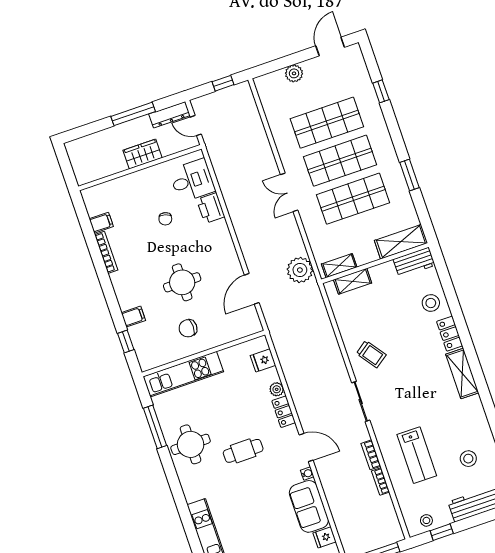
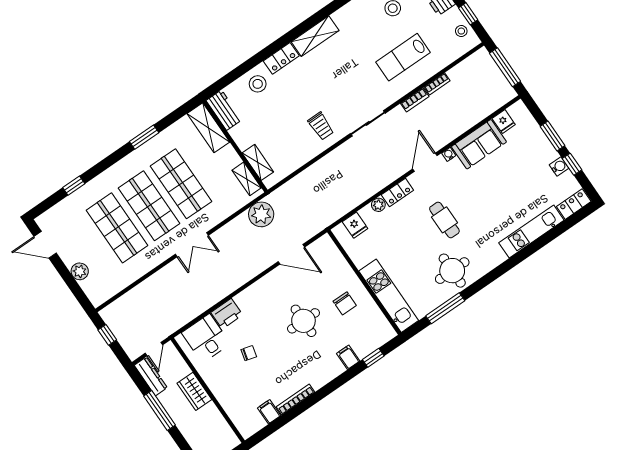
trolley: (371, 354) -> (321, 126), turned 126
lab bench: (417, 455) -> (403, 57), turned 180

